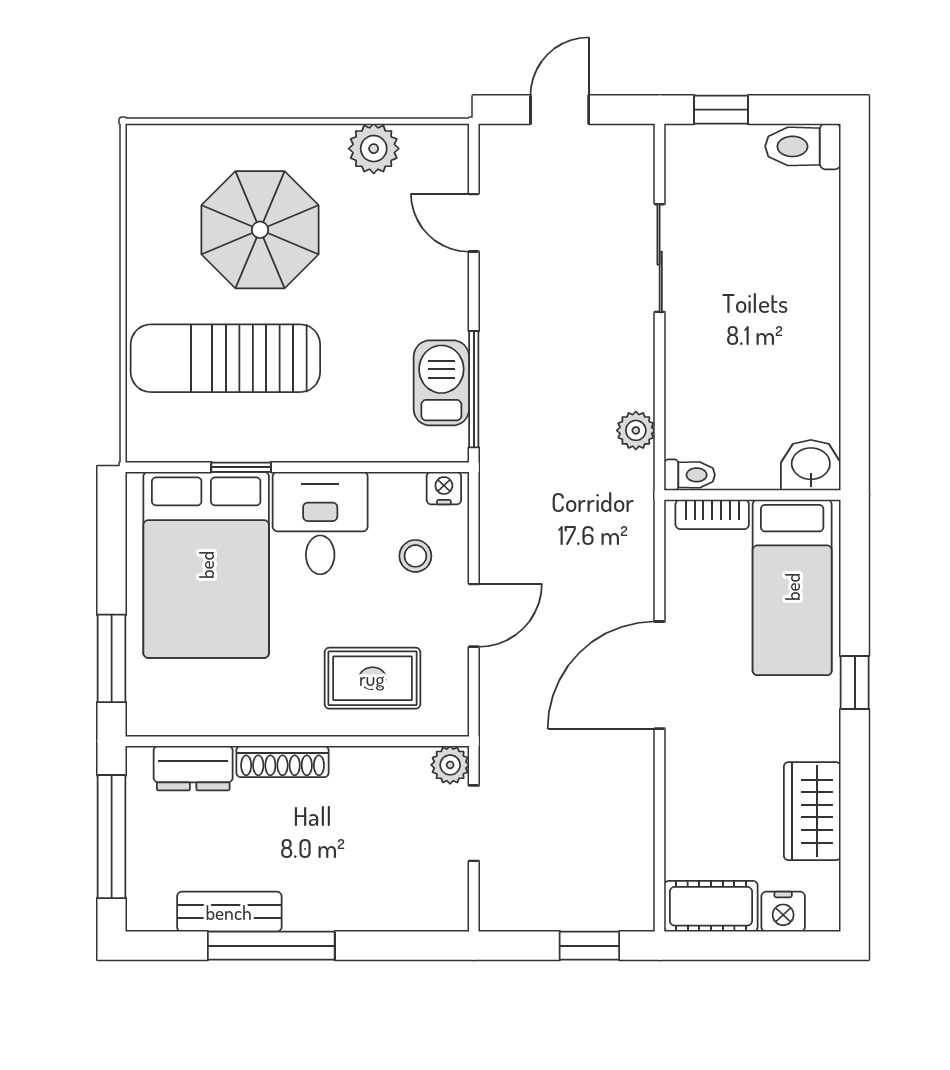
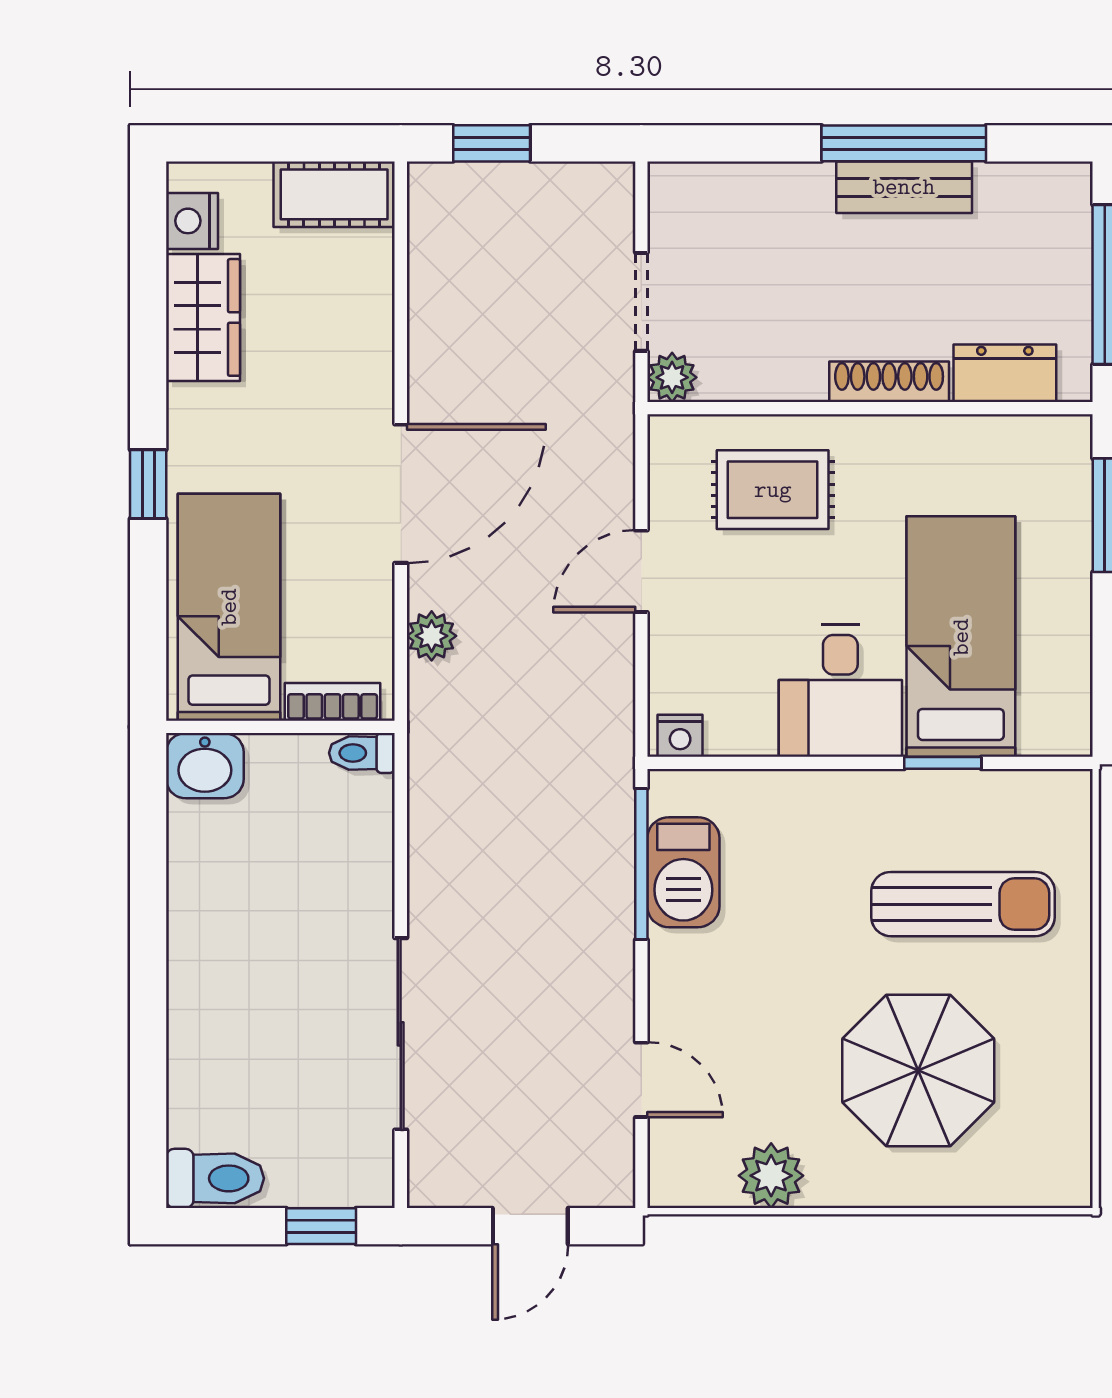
sliding door: (660, 258) -> (401, 1034), width x1.37
sun lounger: (225, 358) -> (963, 904), width x0.73, depth x0.75
plant: (636, 430) -> (432, 636), moved
stool: (415, 556) -> (717, 648), removed
bed: (206, 565) -> (961, 637), width x0.67
bench: (229, 912) -> (904, 187), moved
nightstand: (783, 912) -> (192, 221), moved, turned -90

